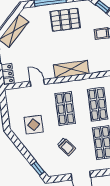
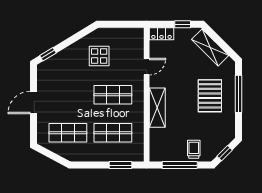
pallet: (65, 20) -> (210, 96), moved
trolley: (67, 147) -> (69, 90), removed

